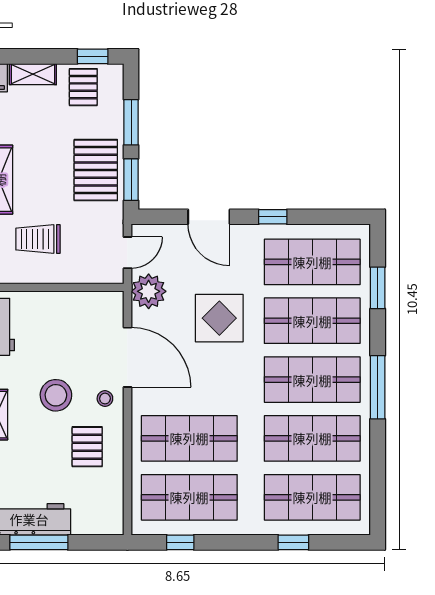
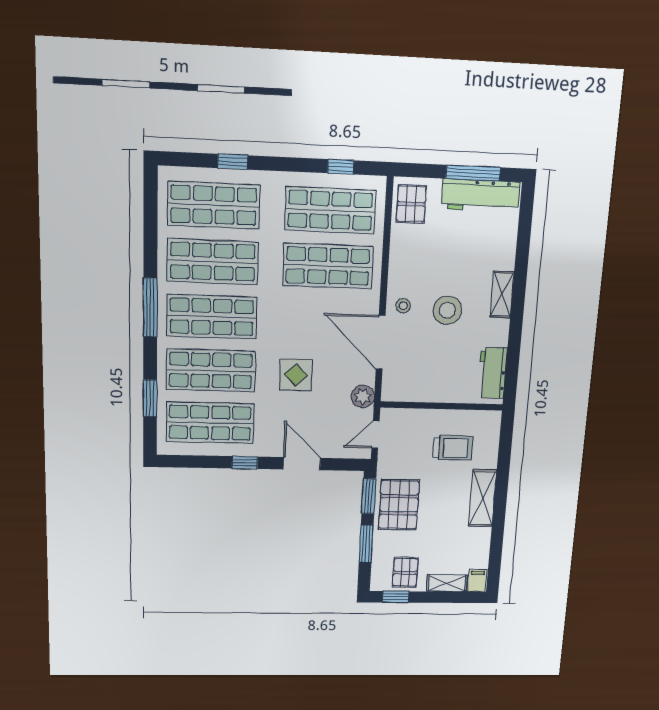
plant: (149, 291) -> (363, 396), width x0.73, depth x0.73
display table: (219, 318) -> (296, 375), width x0.73, depth x0.73
pallet: (87, 447) -> (411, 204), moved

